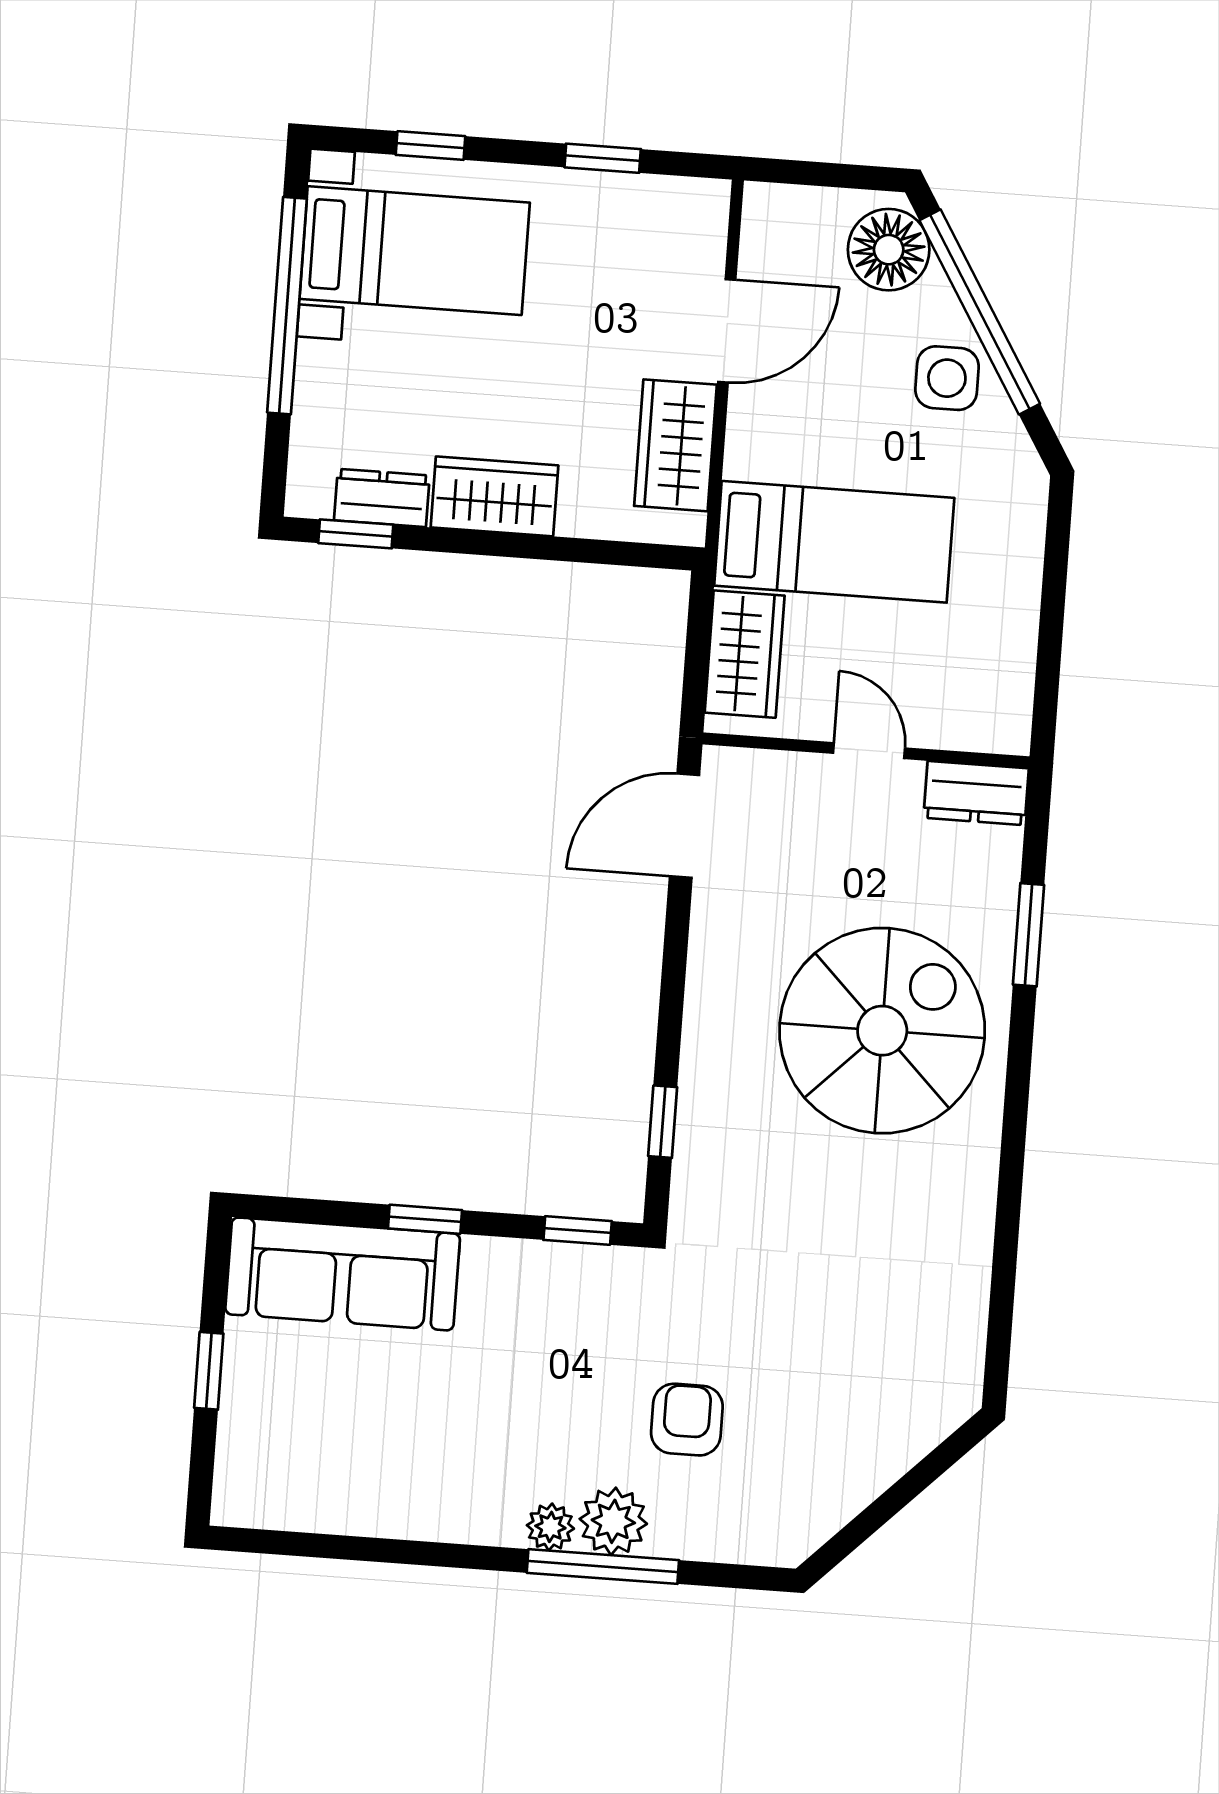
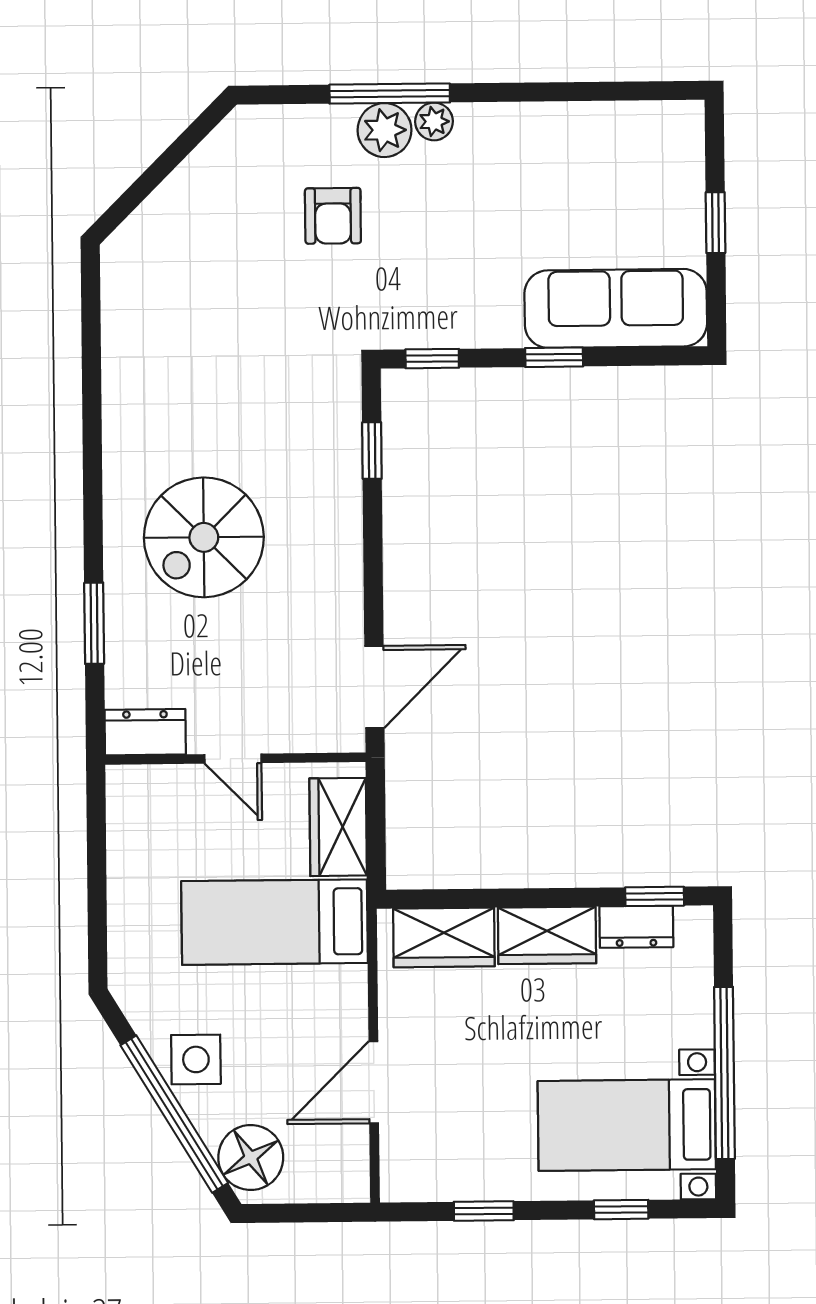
wardrobe: (675, 445) -> (444, 937), moved, turned 90
spiral stairs: (882, 1031) -> (204, 537), width x0.73, depth x0.73

